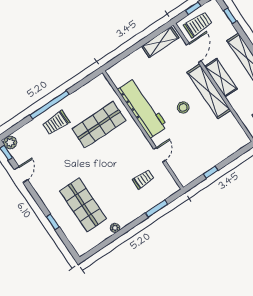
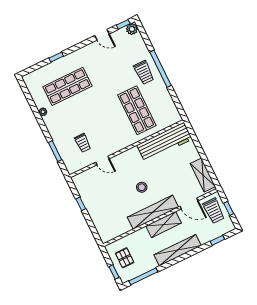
workbench: (143, 108) -> (165, 142), moved
trolley: (56, 123) -> (144, 72), turned 180

